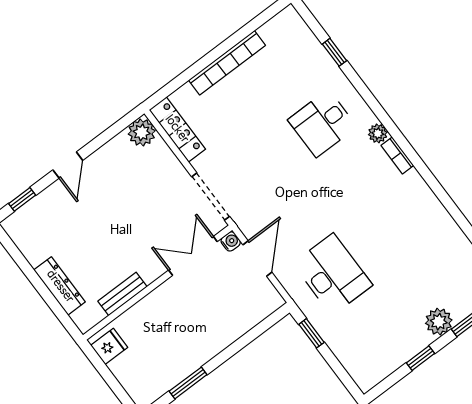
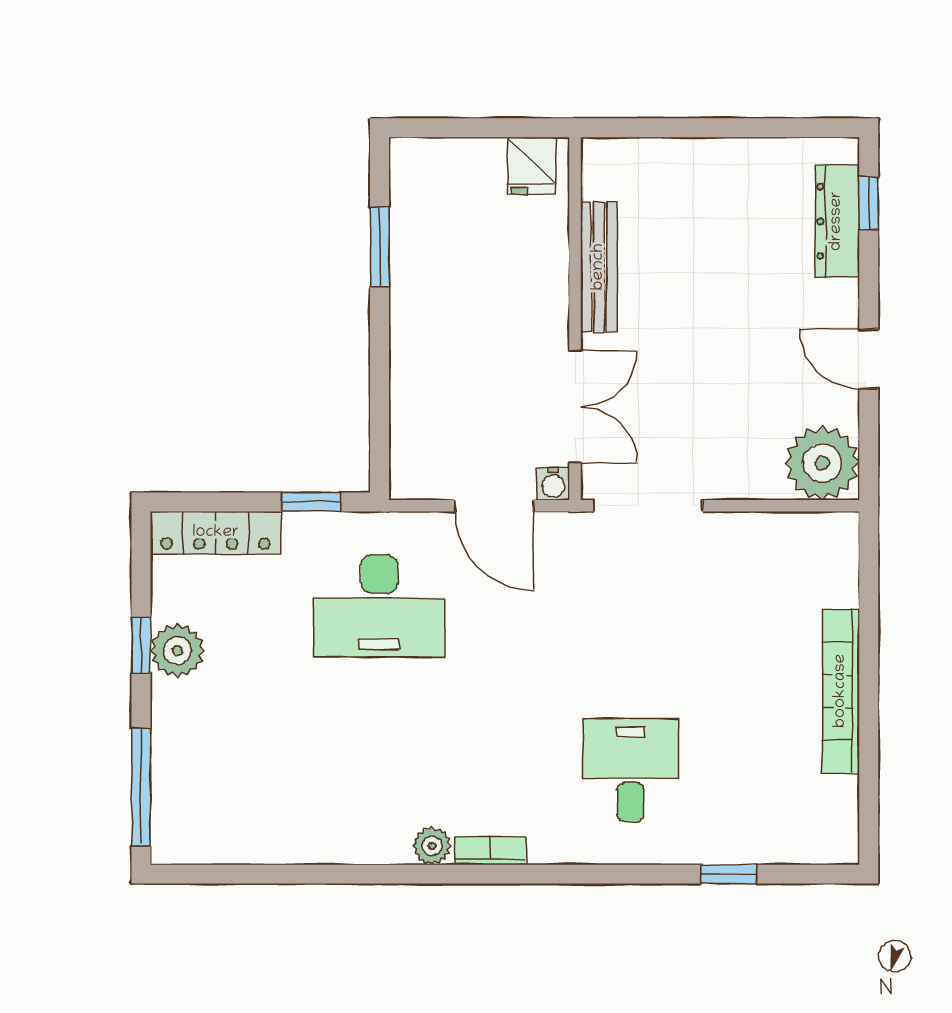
locker: (177, 129) -> (216, 533), moved
plant: (142, 132) -> (822, 463), width x1.36, depth x1.36
plant: (378, 133) -> (432, 846), moved
door: (68, 165) -> (869, 359), moved
dresser: (60, 286) -> (837, 221), moved, turned 90
bench: (122, 294) -> (599, 267), width x1.36
plant: (439, 322) -> (177, 651), moved

